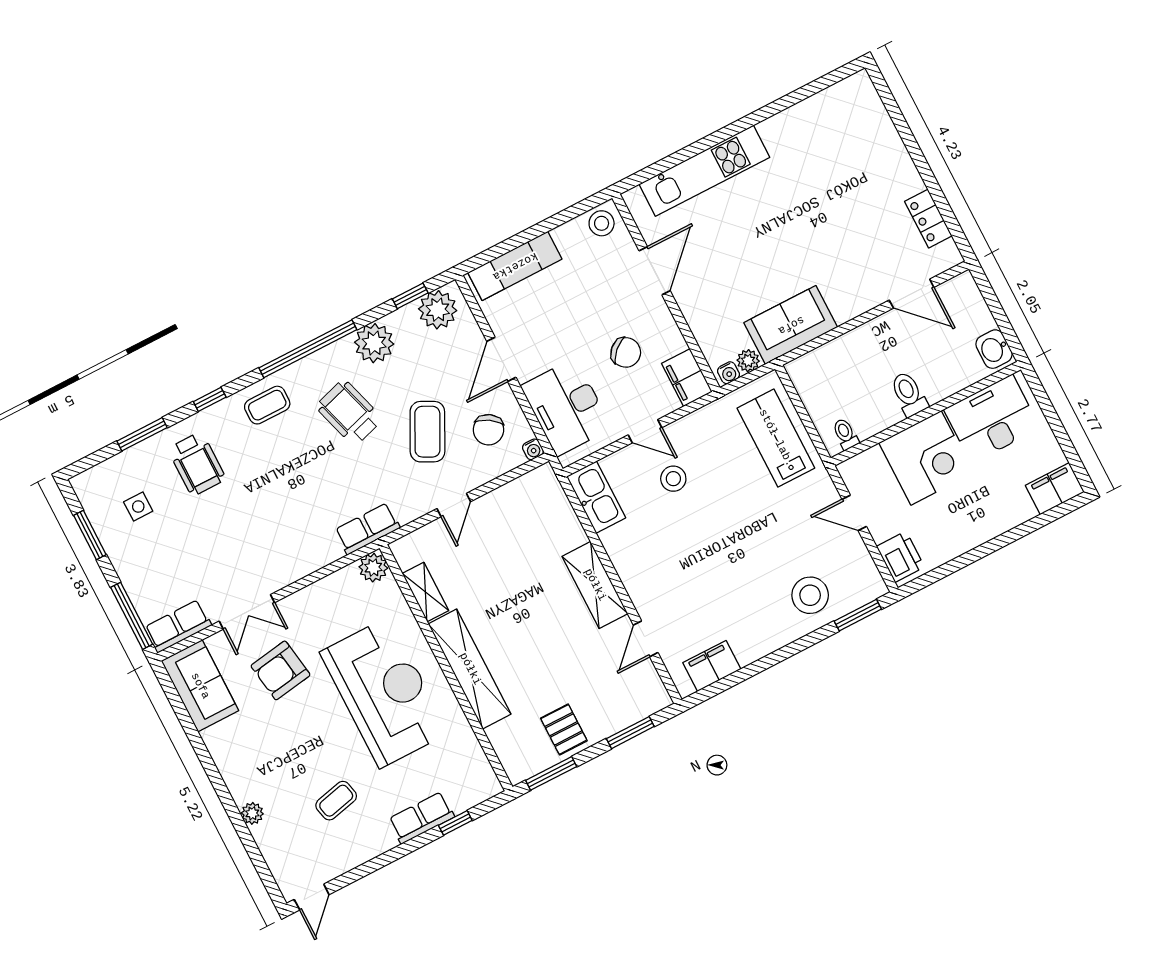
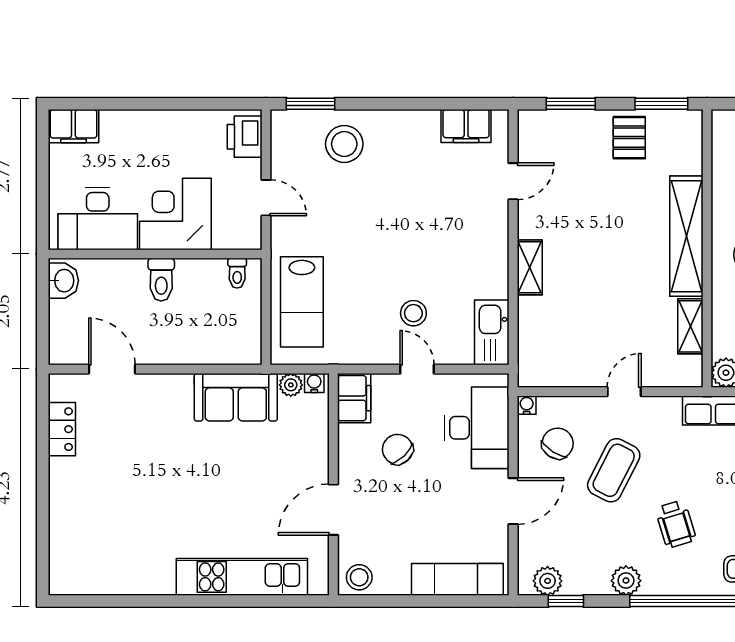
plant: (438, 310) -> (548, 581), width x0.73, depth x0.73
plant: (374, 343) -> (626, 581), width x0.73, depth x0.73
wheelchair: (349, 413) -> (676, 524), width x0.73, depth x0.73
shelving: (595, 585) -> (530, 267), width x0.67, depth x0.75

